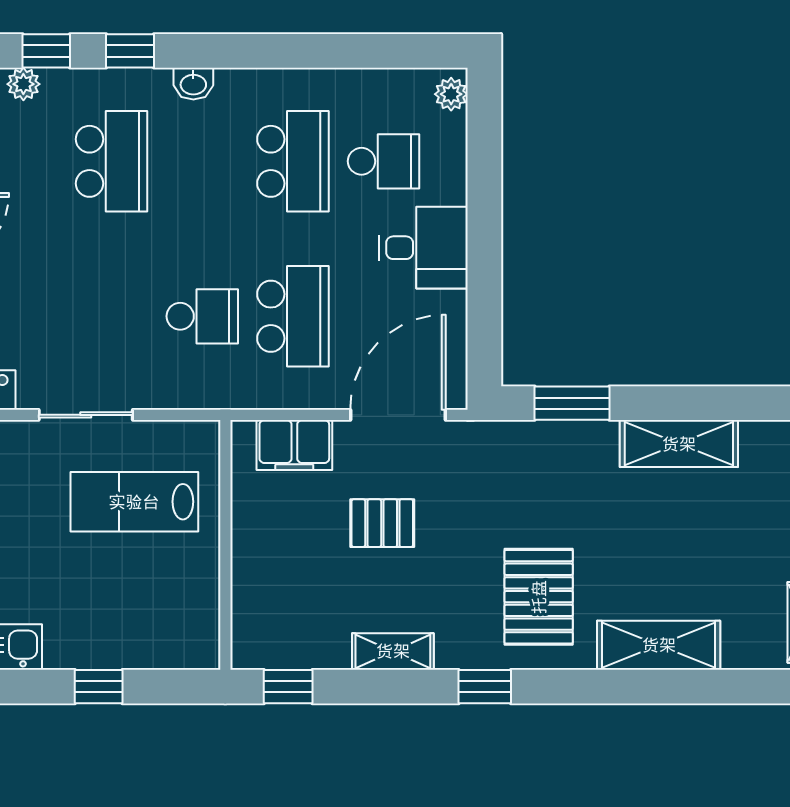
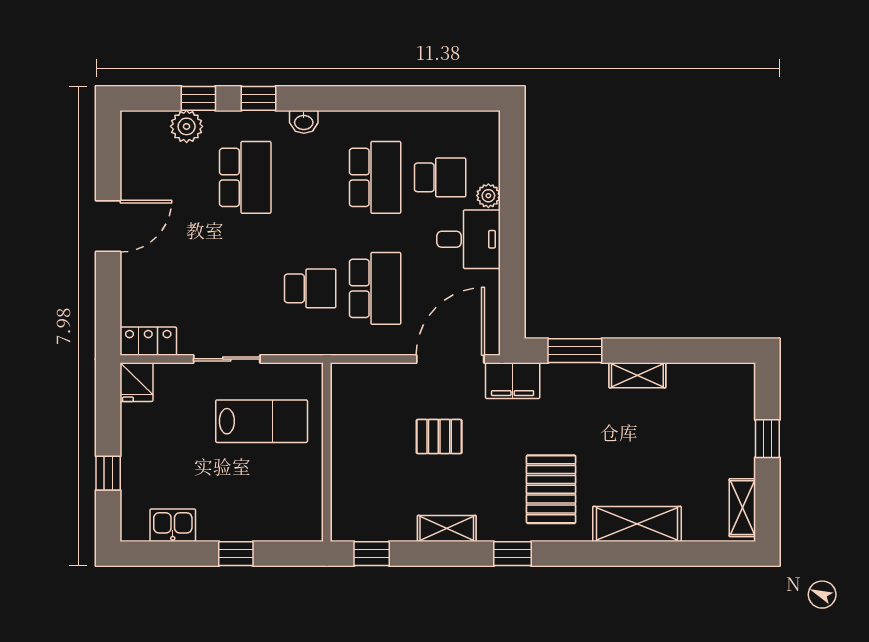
plant: (23, 84) -> (187, 126), width x1.38, depth x1.38
plant: (451, 94) -> (488, 196), moved
shelving: (679, 444) -> (637, 375), width x0.67, depth x0.75
filing cabinet: (294, 445) -> (513, 381), moved
lab bench: (134, 502) -> (262, 421), turned 180

